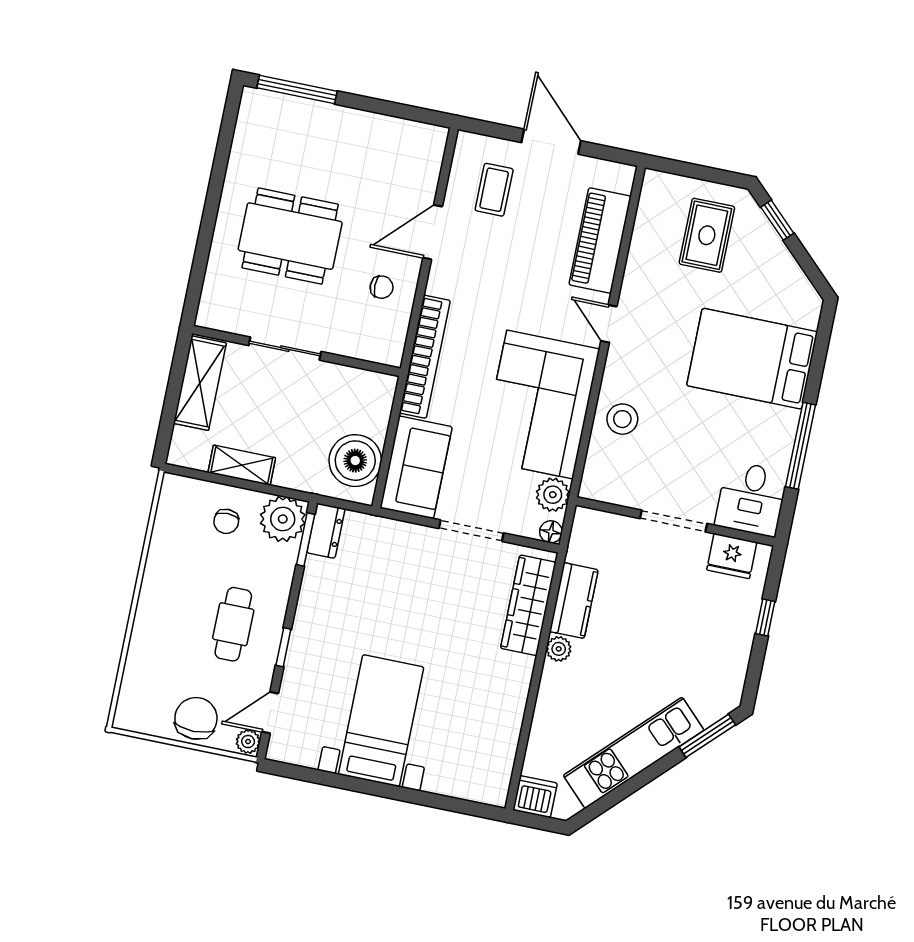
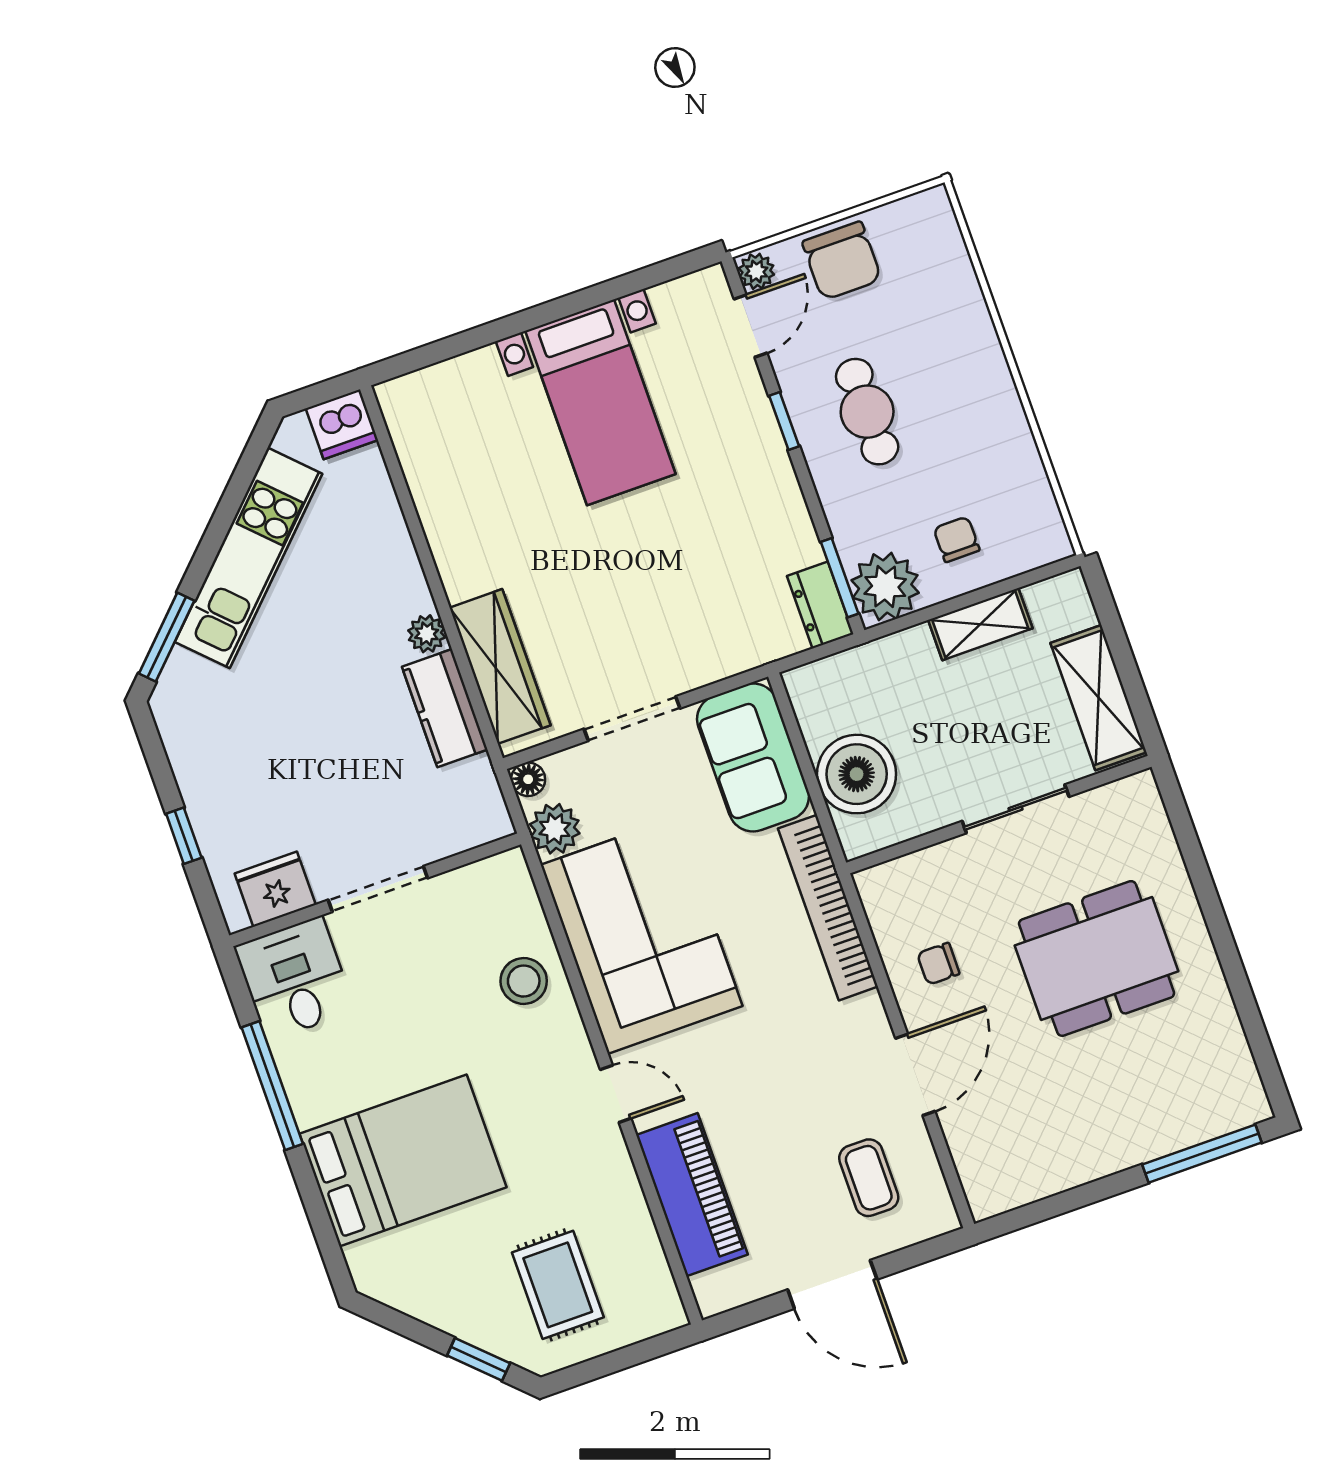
boiler: (355, 461) -> (857, 774), moved

